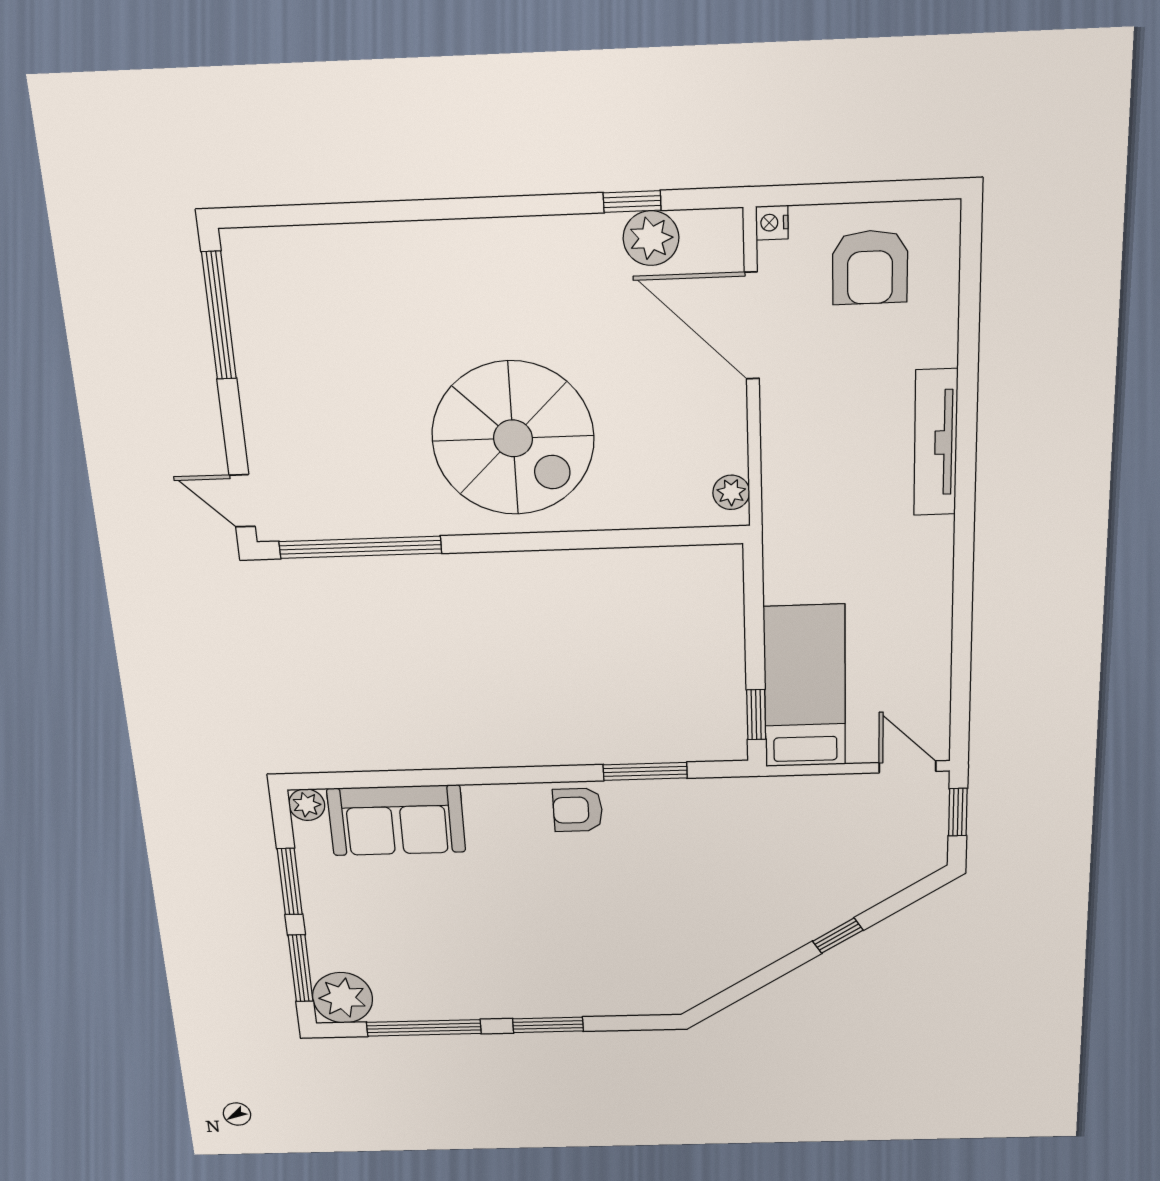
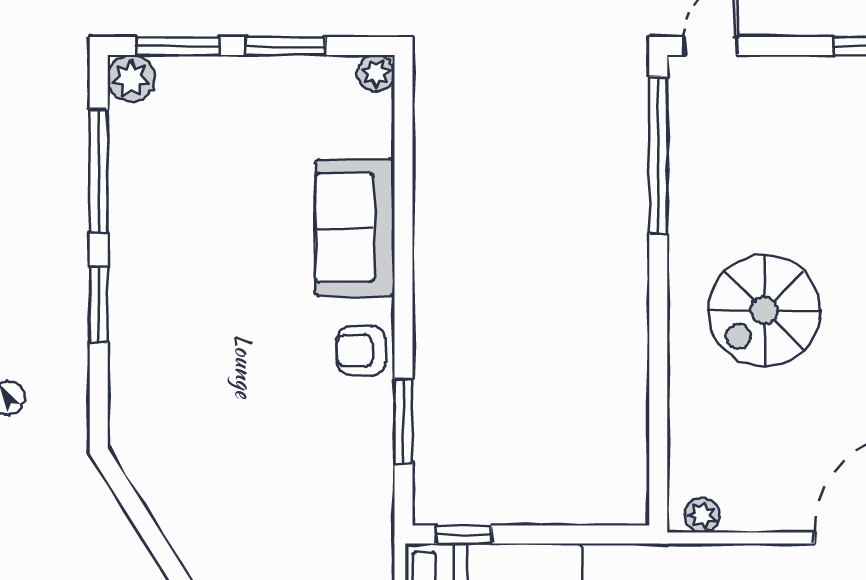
spiral stairs: (513, 438) -> (764, 311), width x0.73, depth x0.73
armchair: (578, 810) -> (361, 351), turned -90
sofa: (396, 820) -> (355, 228), moved
plant: (343, 998) -> (131, 78), width x0.73, depth x0.73

